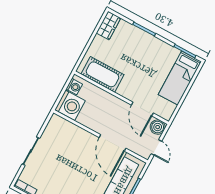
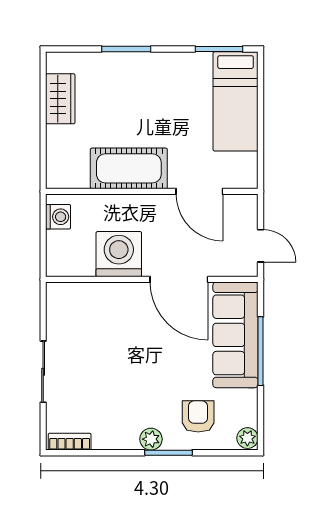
wardrobe: (108, 25) -> (60, 99), moved
cot: (103, 74) -> (129, 168), moved
washing machine: (70, 105) -> (119, 254), moved, turned -90
boiler: (158, 127) -> (243, 209), removed

